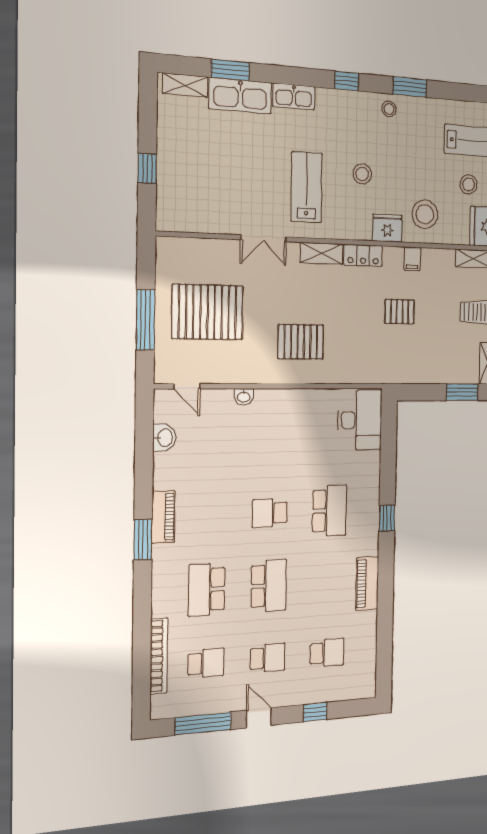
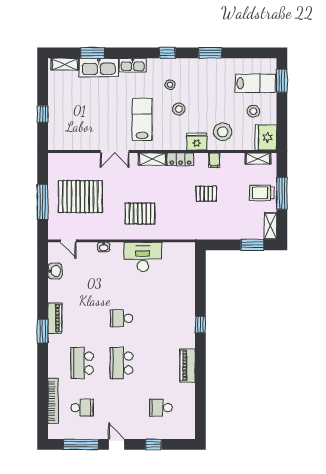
stool: (389, 109) -> (170, 85), moved
desk: (360, 420) -> (143, 257), moved, turned -90
school desk: (330, 511) -> (161, 318), removed
school desk: (269, 586) -> (122, 363), turned 180
school desk: (327, 653) -> (161, 408), turned 180
school desk: (268, 658) -> (122, 408), removed

